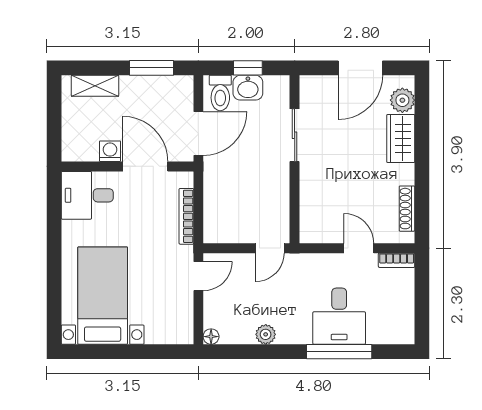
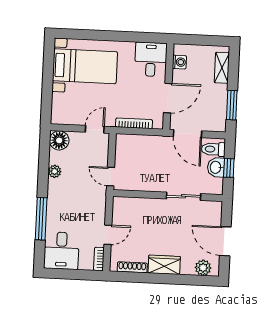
wardrobe: (401, 139) -> (164, 265), moved
washing machine: (110, 151) -> (179, 62), moved
door: (198, 276) -> (95, 129), swing flipped
desk: (339, 316) -> (61, 251), moved, turned -90
floor lamp: (211, 337) -> (59, 140), width x1.89, depth x1.89

